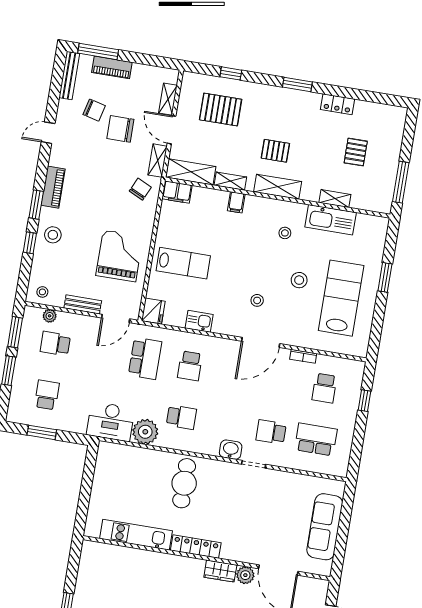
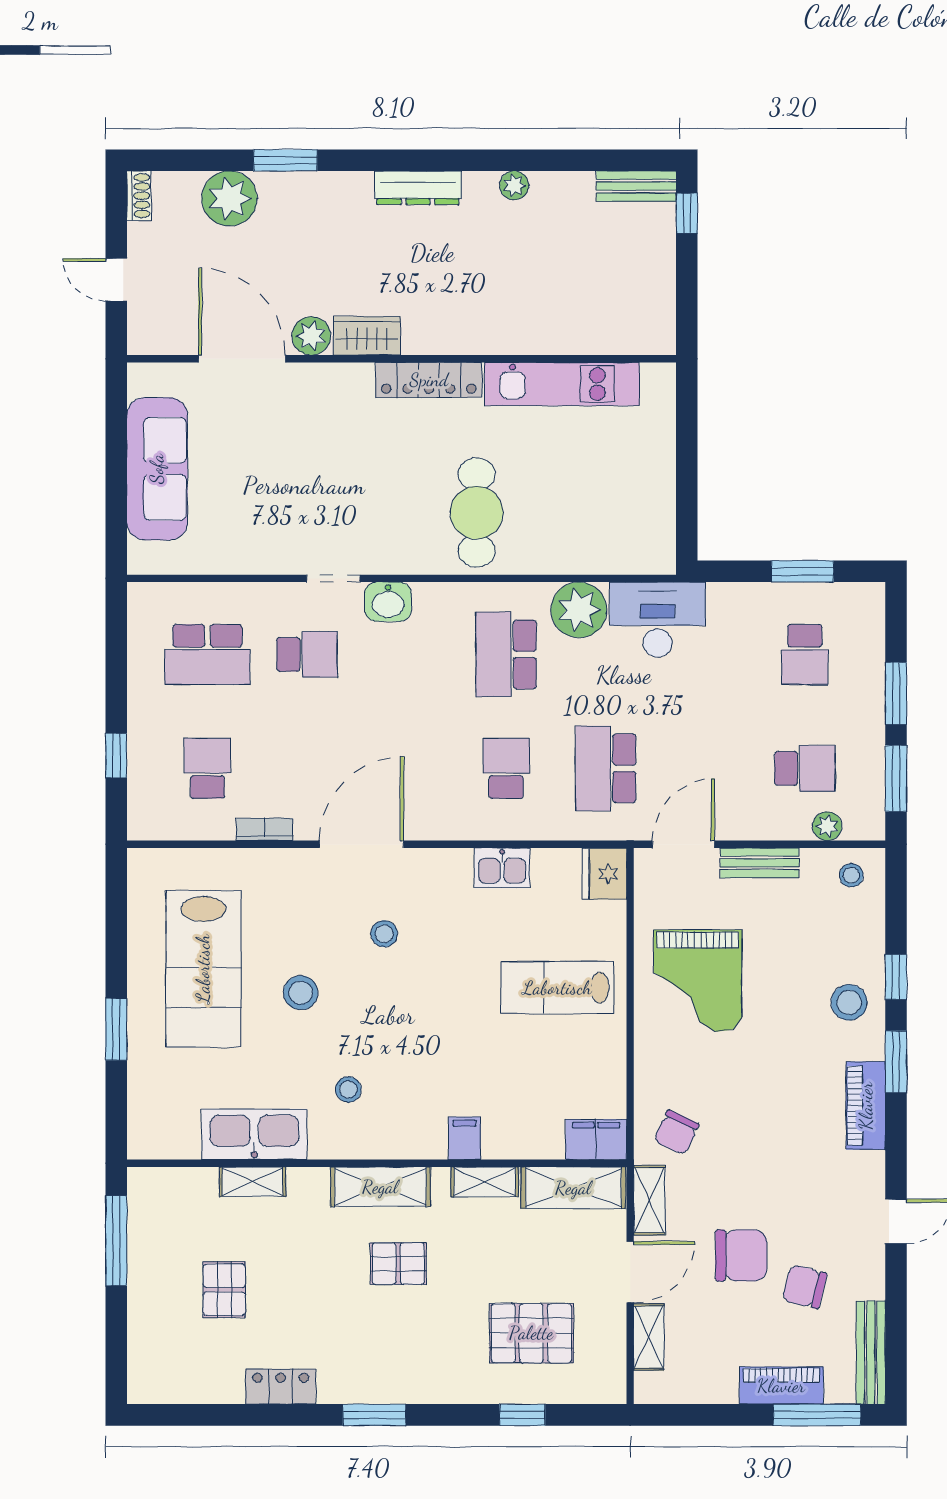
door: (172, 130) -> (630, 1272), hinge flipped
school desk: (181, 417) -> (506, 654), width x1.85

